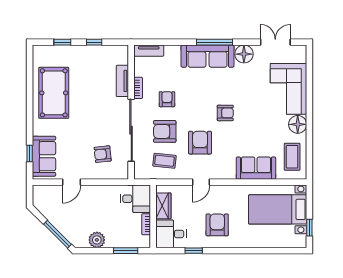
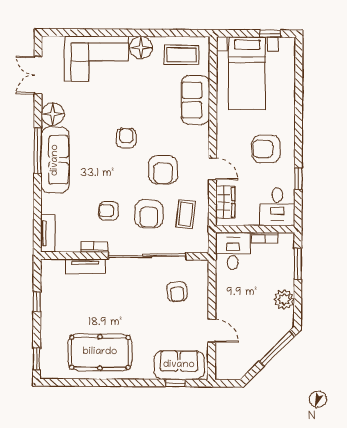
window: (62, 42) -> (37, 359), moved
armchair: (200, 143) -> (163, 170), turned -90
wardrobe: (163, 206) -> (225, 202), moved, turned 90

